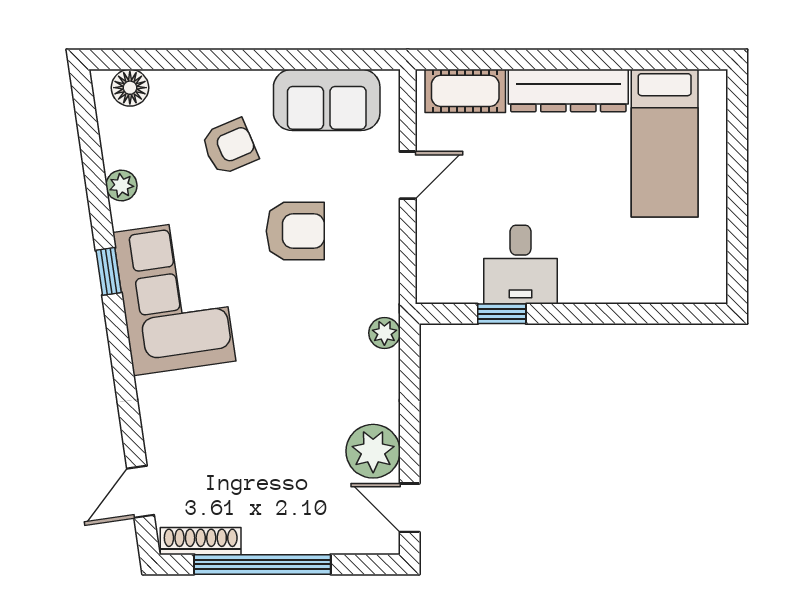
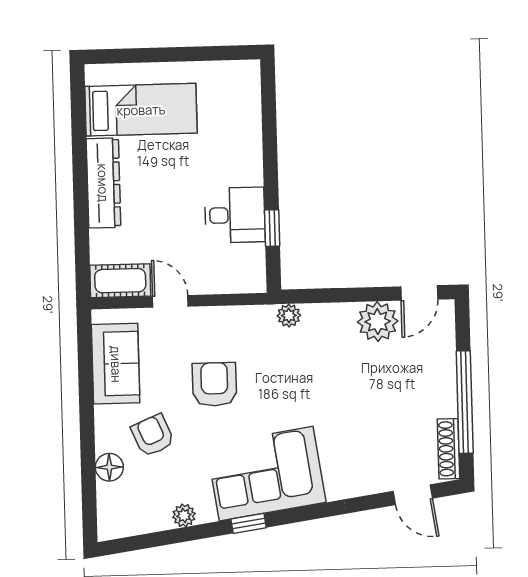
floor lamp: (130, 88) -> (109, 467), moved
cot: (465, 91) -> (120, 281), moved, turned 90

